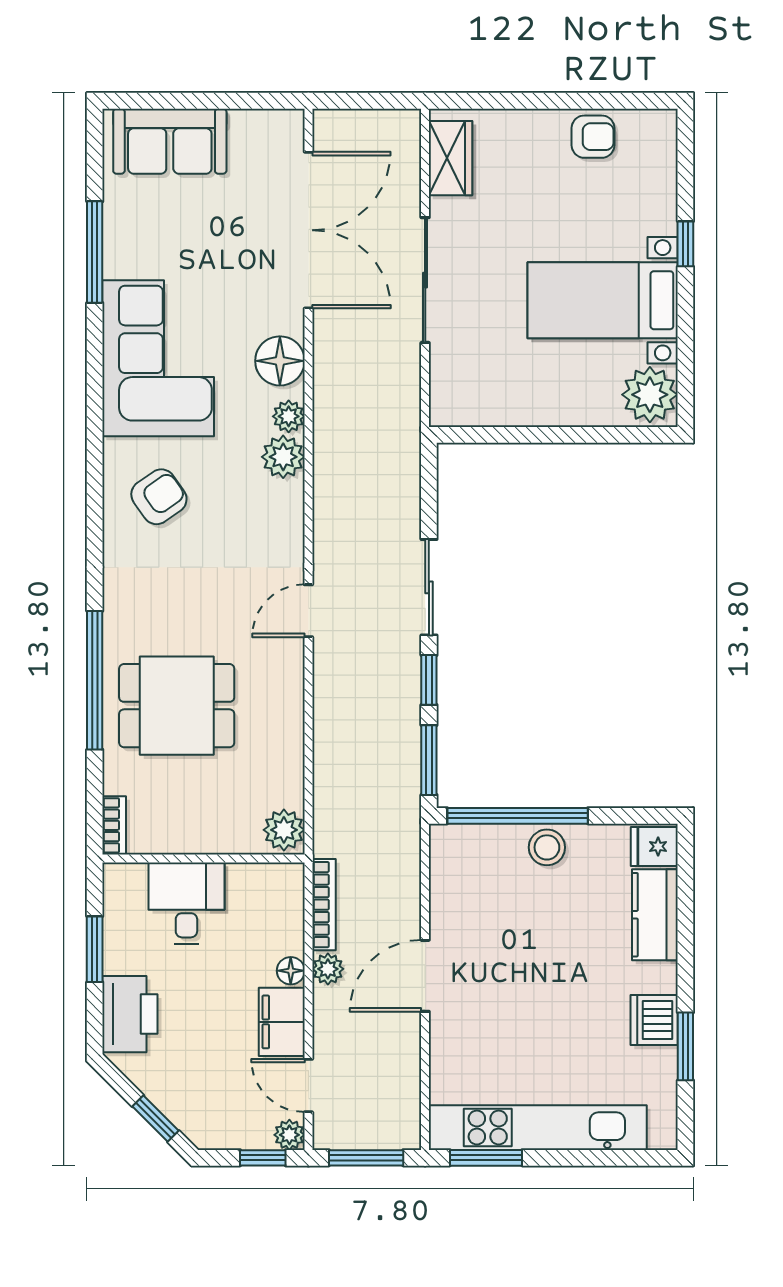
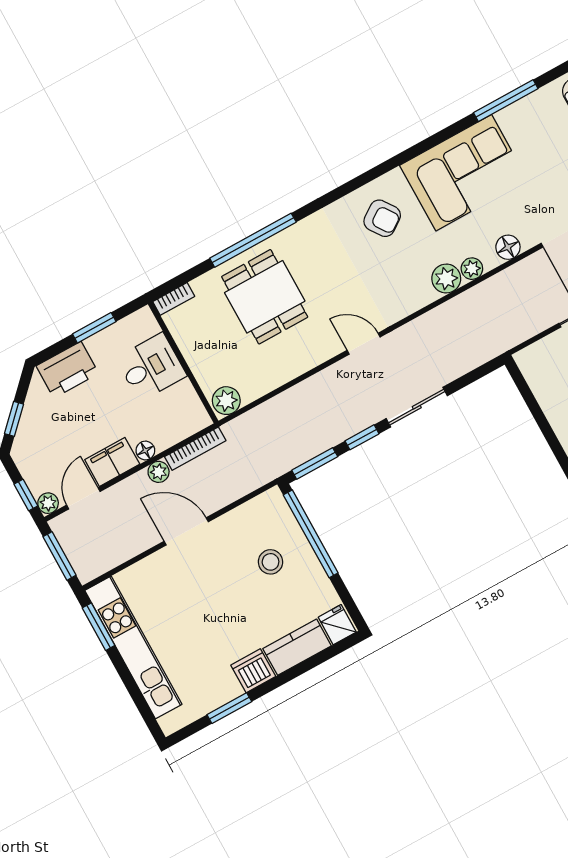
floor lamp: (280, 361) -> (508, 247), width x0.73, depth x0.73
stool: (547, 847) -> (271, 562), moved
dishwasher: (654, 1020) -> (253, 671), moved

